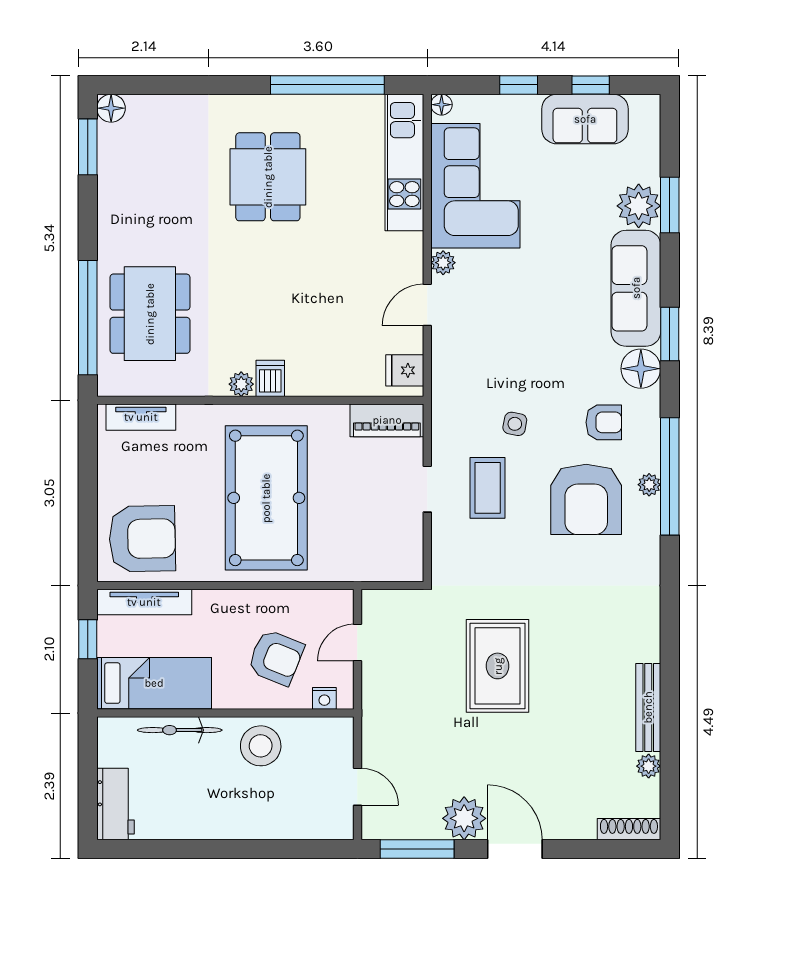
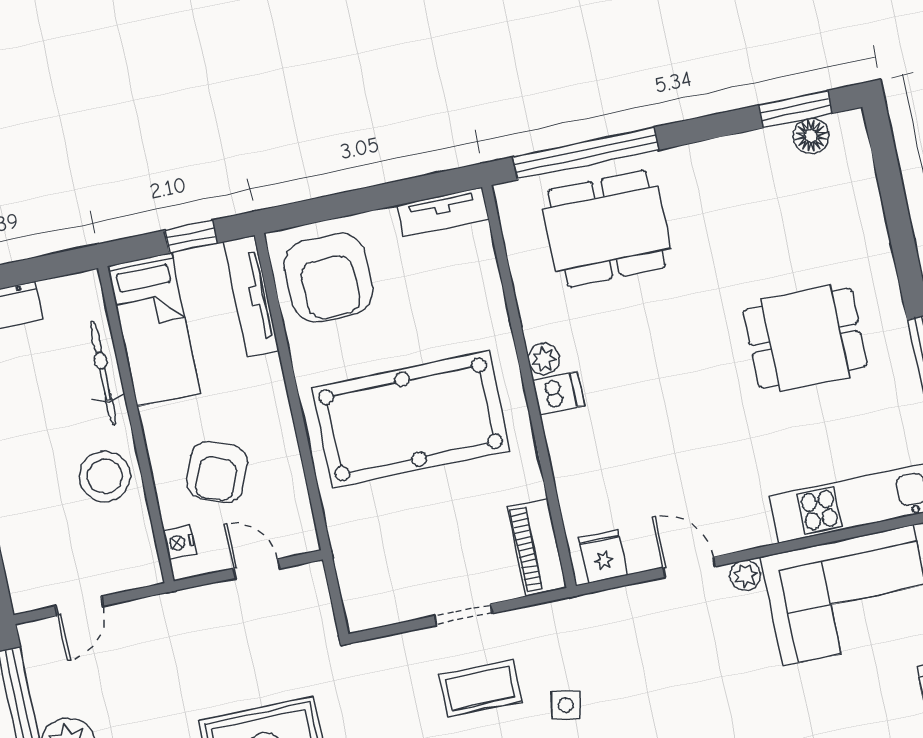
floor lamp: (111, 108) -> (811, 136), moved
tv unit: (141, 417) -> (443, 212), moved, turned -90

